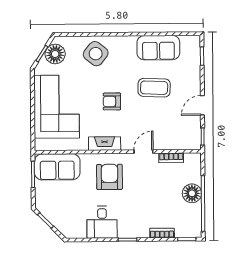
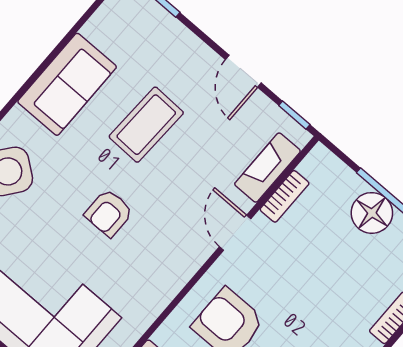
sofa: (158, 48) -> (67, 84), moved
fireplace: (105, 144) -> (267, 168), moved

